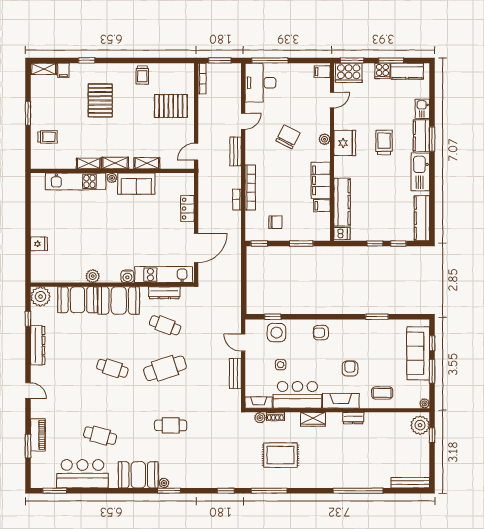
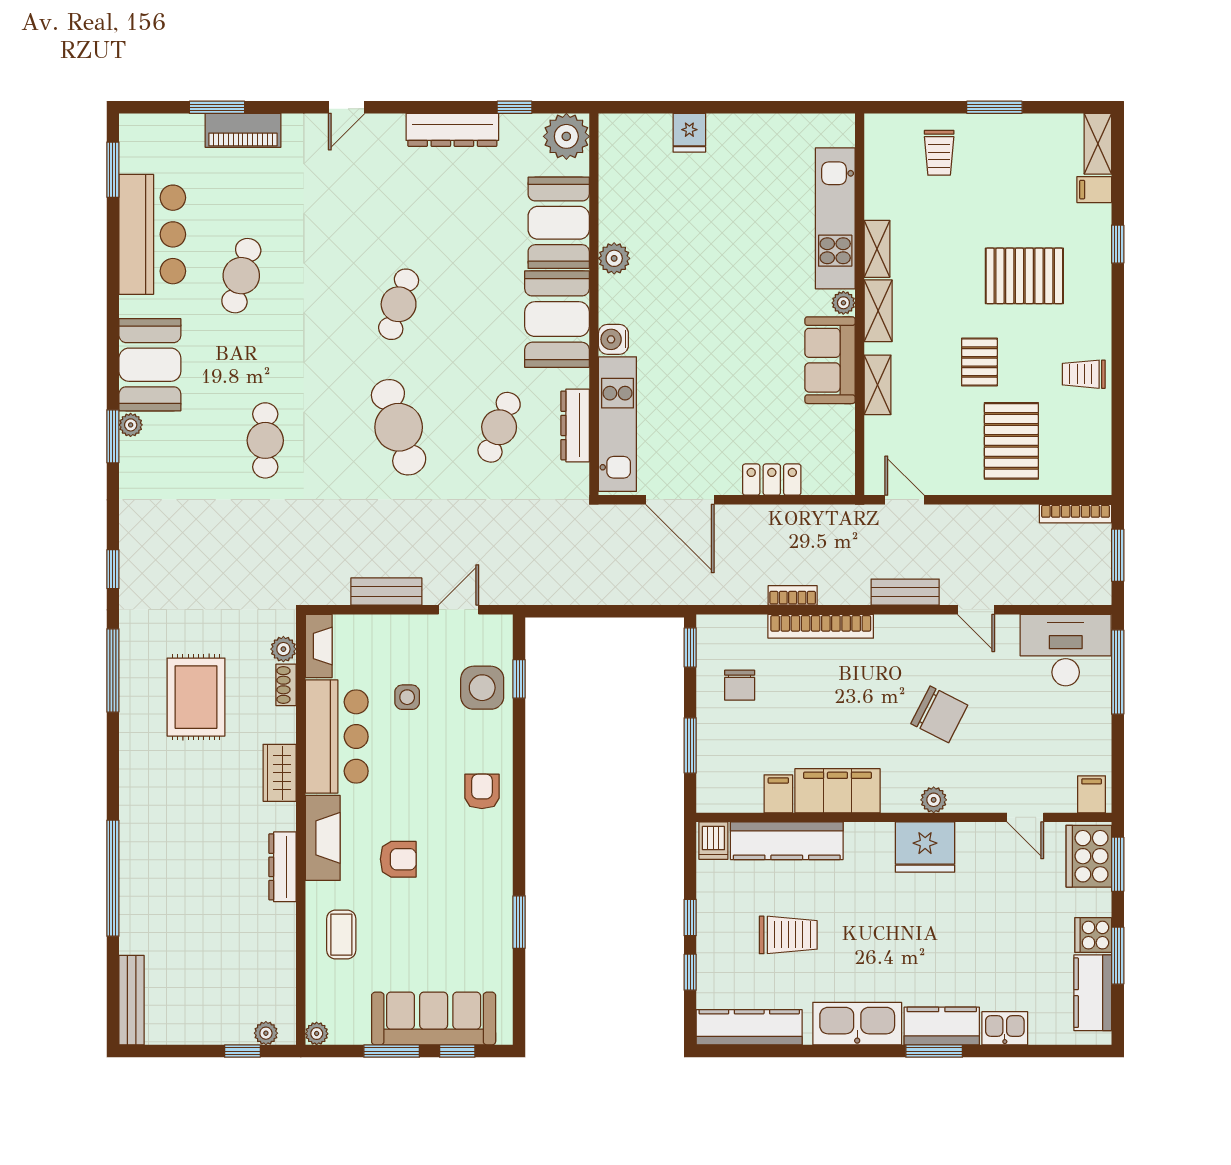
pallet: (137, 120) -> (979, 362), added
trolley: (384, 142) -> (788, 935), moved
dresser: (353, 418) -> (282, 867), width x1.44
plant: (420, 425) -> (266, 1033), width x0.53, depth x0.53

